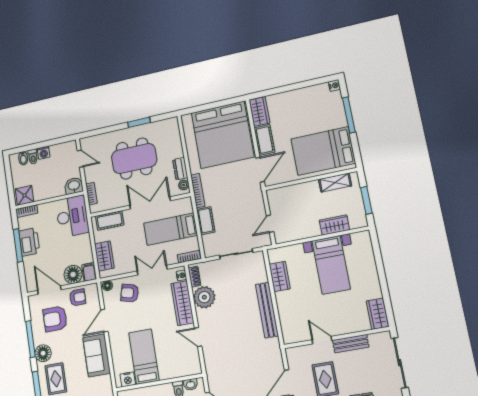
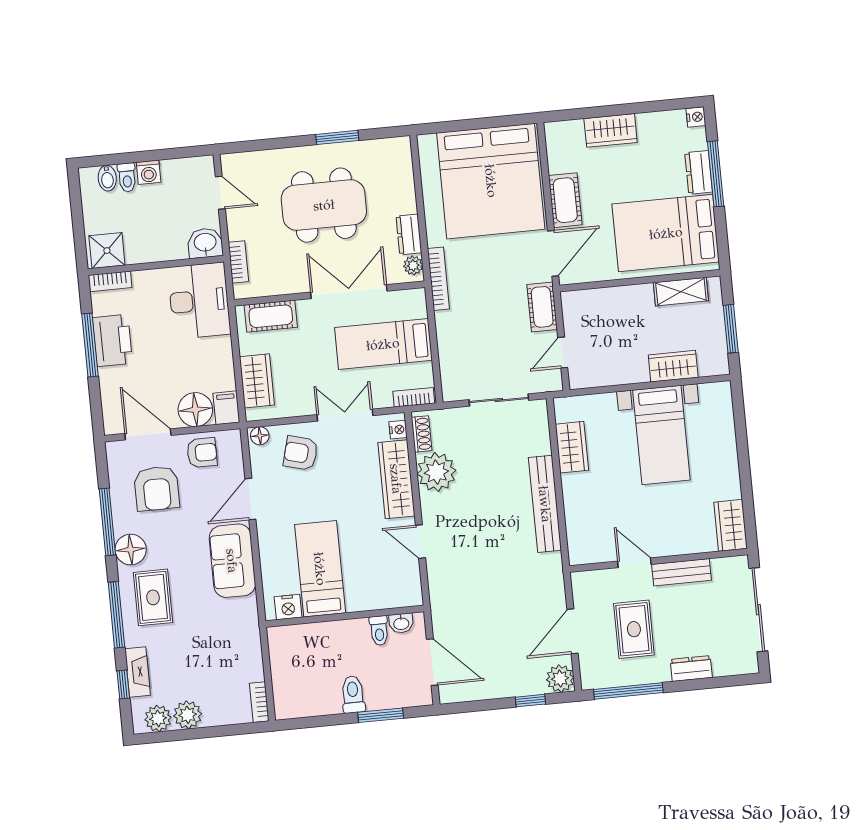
wardrobe: (259, 112) -> (611, 130), moved, turned 90
dresser: (339, 115) -> (699, 172), added
cot: (206, 221) -> (542, 307), moved
armchair: (55, 319) -> (157, 488), turned -90

